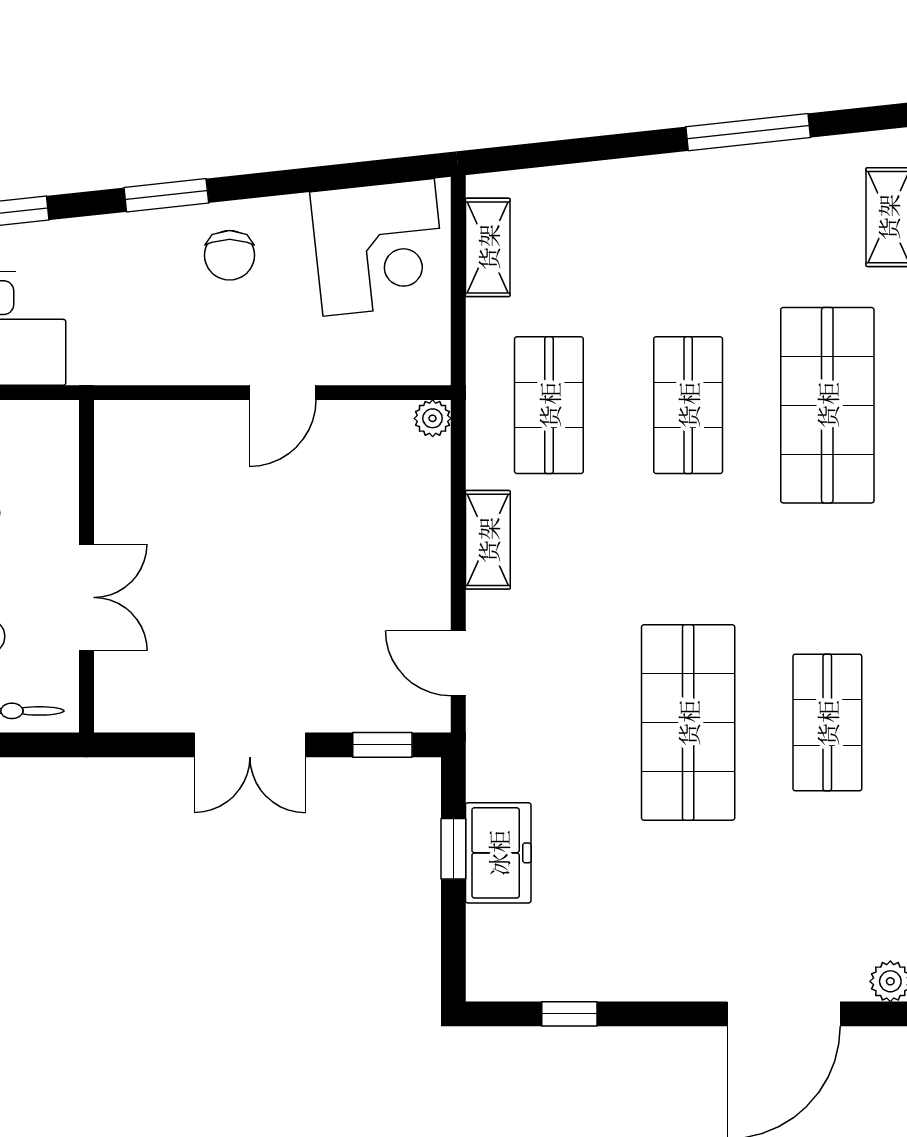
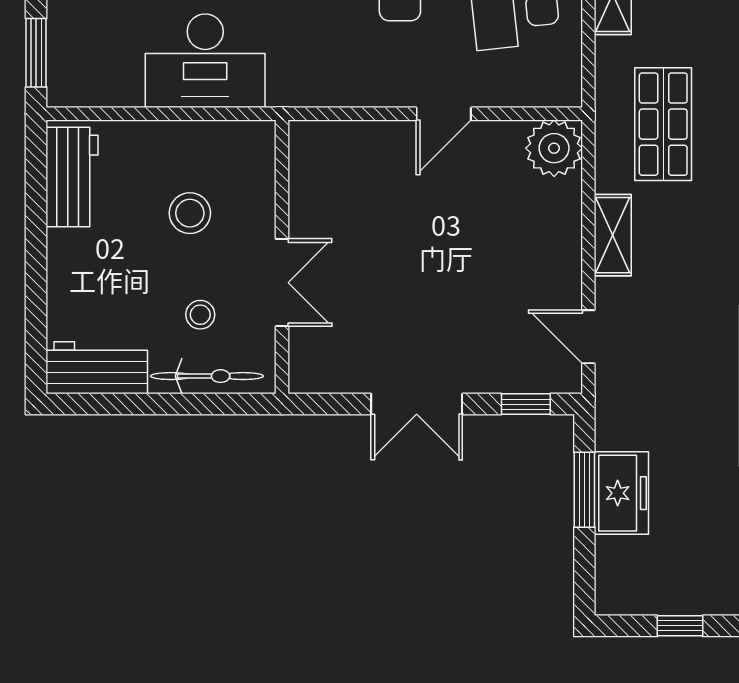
plant: (433, 418) -> (554, 148), width x1.88, depth x1.88
window: (453, 849) -> (584, 490), width x1.50

